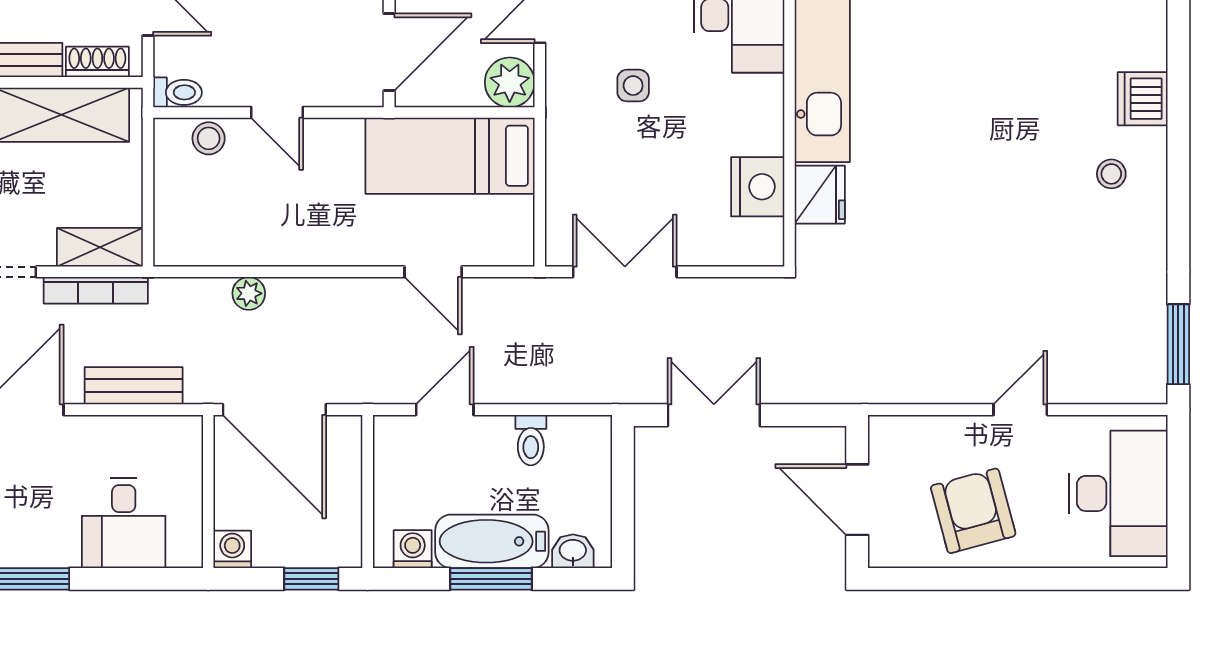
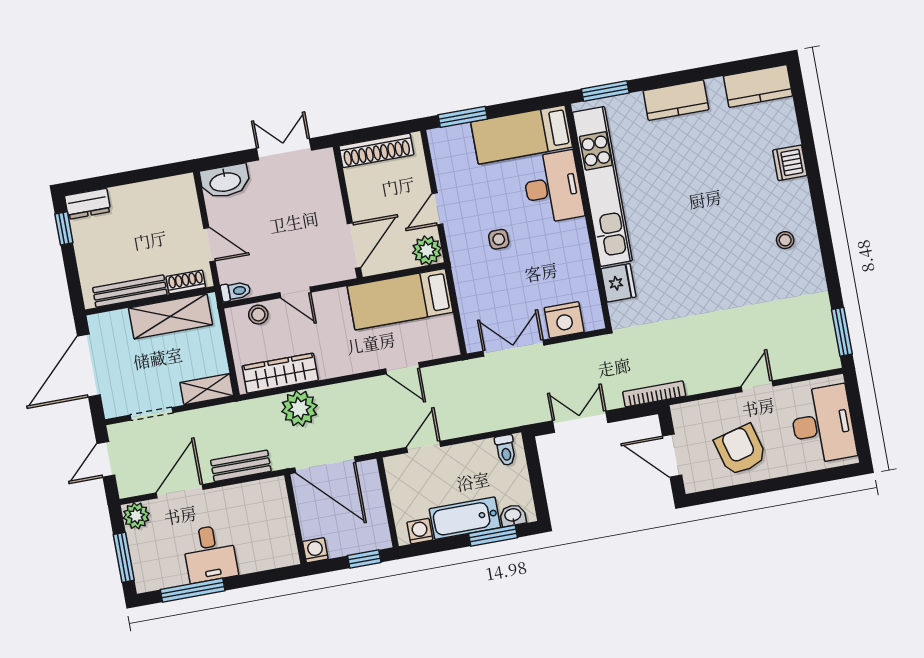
dishwasher: (1143, 99) -> (790, 163), moved
nightstand: (758, 187) -> (564, 320), moved, turned 90
wardrobe: (227, 243) -> (280, 373), added
bookcase: (96, 290) -> (654, 394), moved, turned 180
plant: (249, 293) -> (299, 409), width x1.88, depth x1.88
toilet: (531, 440) -> (506, 450), moved
desk: (124, 523) -> (210, 554), moved
window: (491, 579) -> (493, 536), moved

